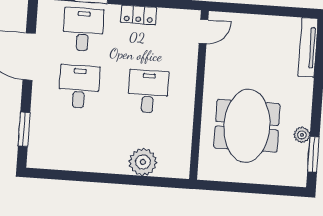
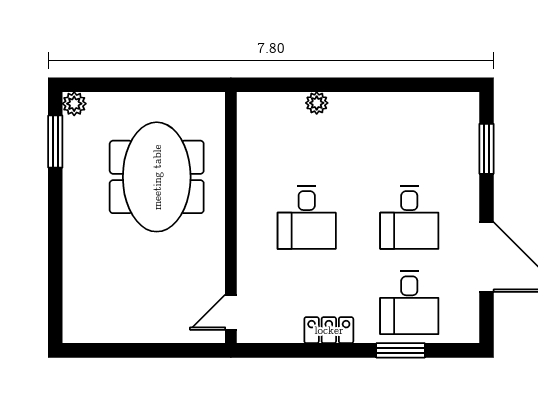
tv unit: (308, 47) -> (74, 299), removed
plant: (302, 135) -> (74, 104), moved
plant: (143, 162) -> (317, 103), width x0.53, depth x0.53

